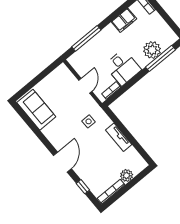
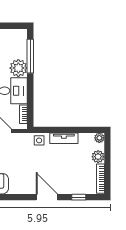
plant: (152, 50) -> (18, 68), moved
side table: (89, 121) -> (39, 140), moved
plant: (142, 164) -> (99, 138), added

